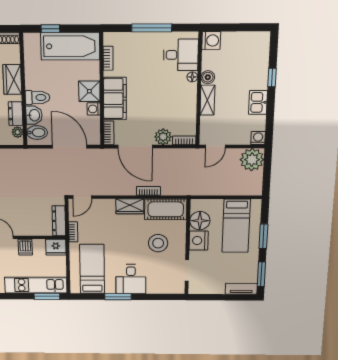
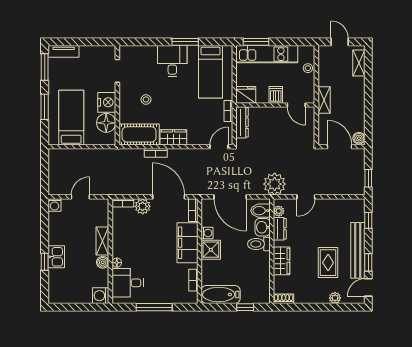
bathtub: (70, 46) -> (221, 295), width x0.73, depth x0.73
kitchen sink: (258, 102) -> (56, 257), moved
door: (215, 146) -> (80, 197), moved
plant: (252, 160) -> (275, 184), moved
stool: (158, 243) -> (146, 99), width x0.53, depth x0.53

